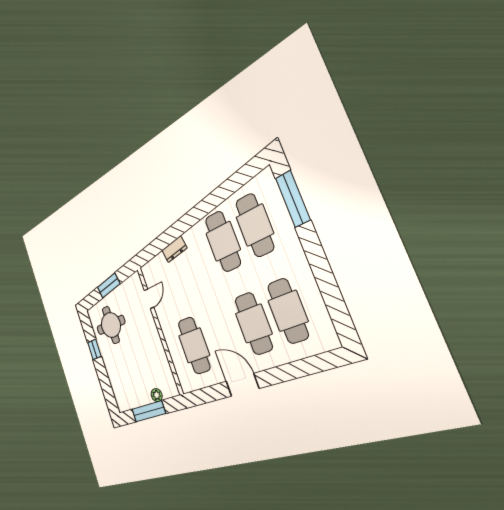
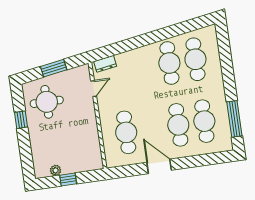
window: (293, 199) -> (234, 119), moved
dresser: (174, 249) -> (105, 64), moved
plant: (157, 395) -> (55, 170), moved
window: (149, 411) -> (68, 179), width x0.46

